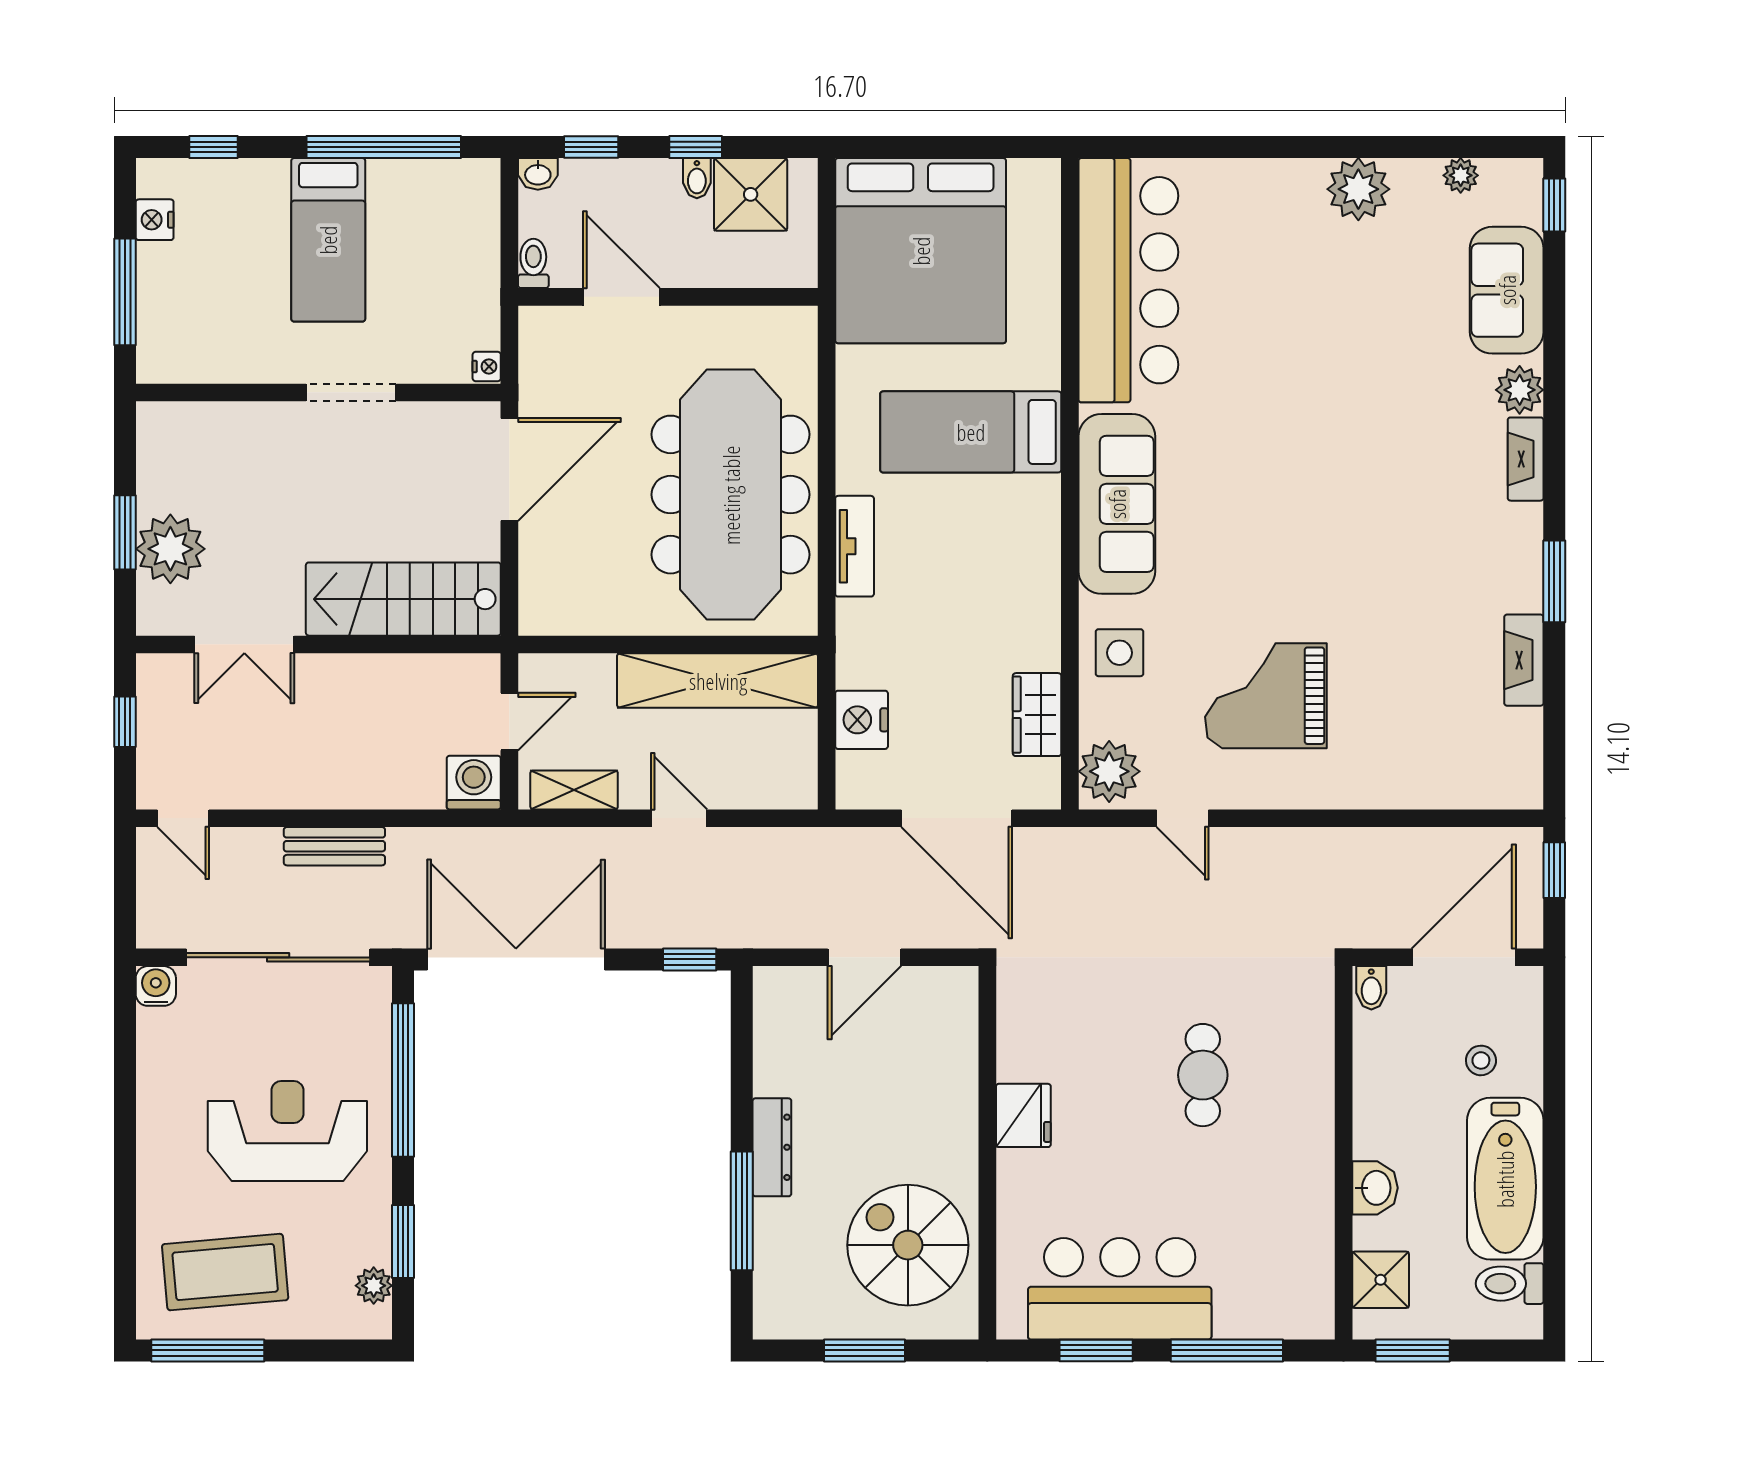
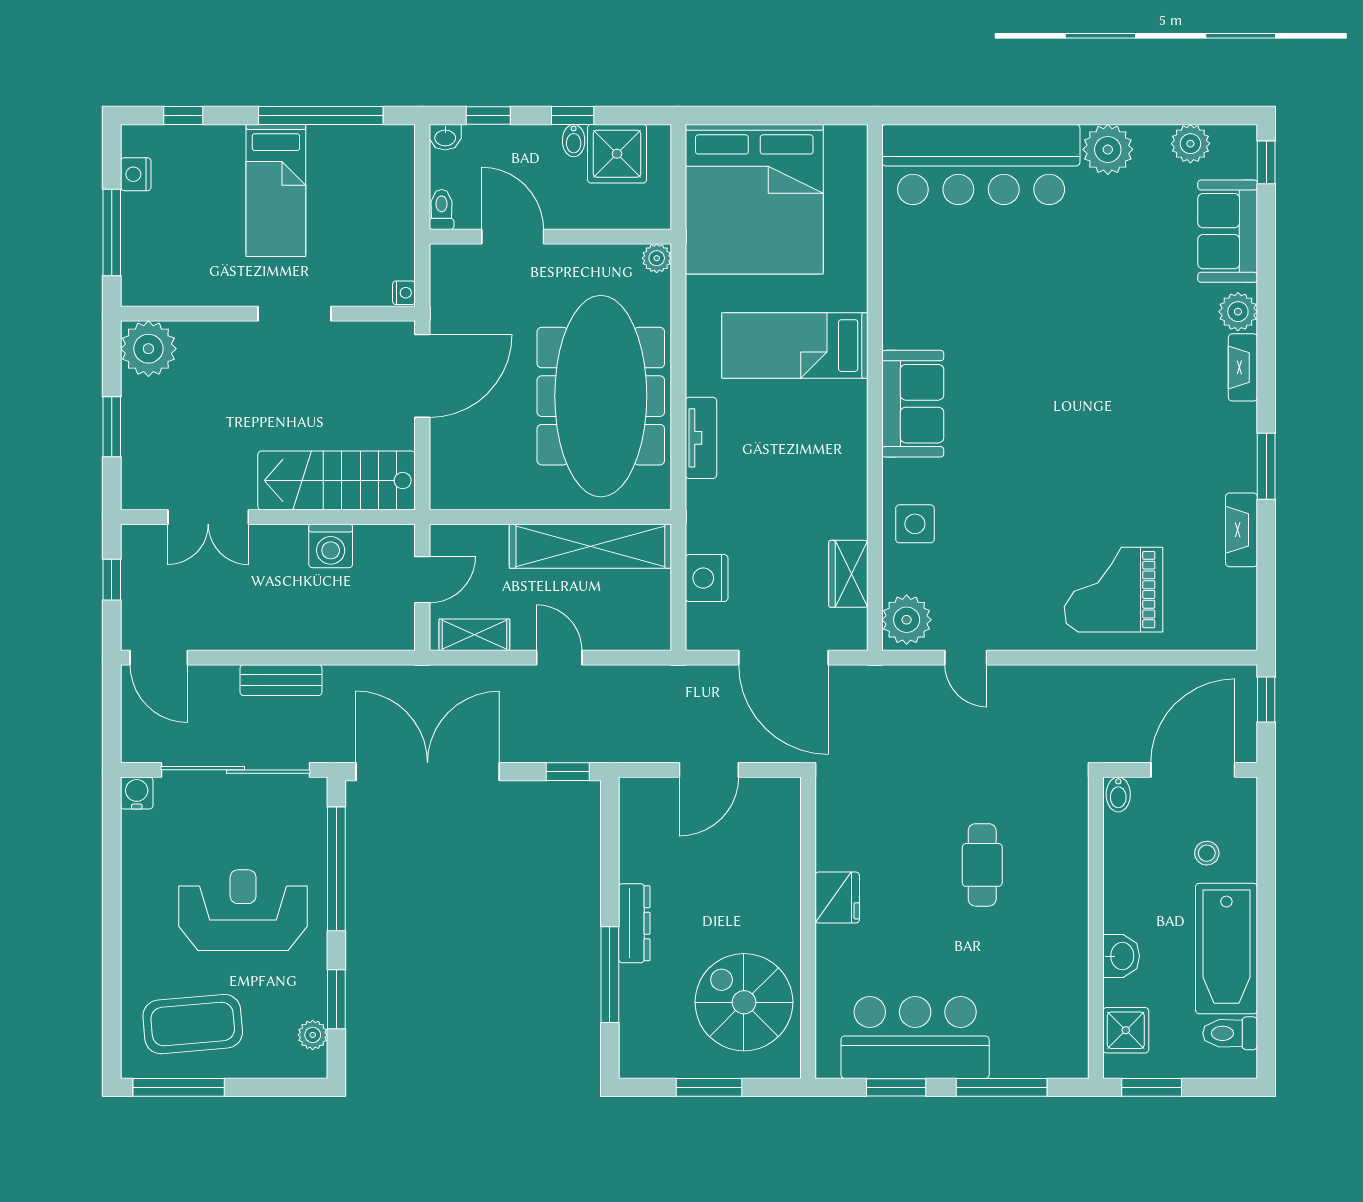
plant: (1461, 175) -> (1190, 144), width x1.38, depth x1.38
bar counter: (1128, 280) -> (981, 164), moved, turned 90
plant: (800, 324) -> (657, 258), added
sofa: (1117, 504) -> (913, 404), width x0.73
plant: (170, 549) -> (148, 349), moved
grand piano: (1266, 696) -> (1113, 590), moved
washing machine: (474, 783) -> (331, 546), moved, turned 180
door: (183, 818) -> (159, 658), width x1.38

